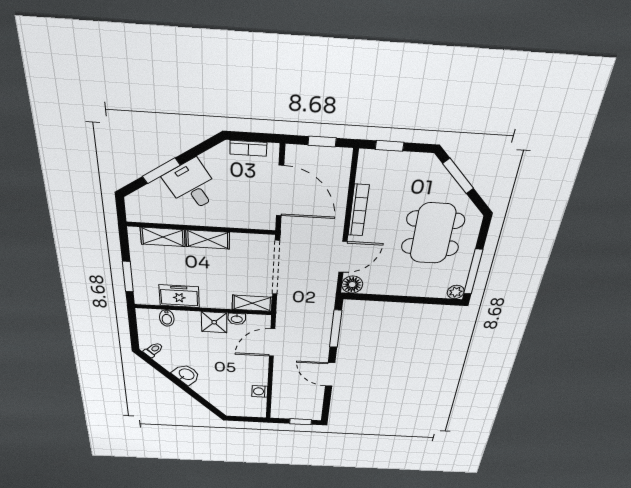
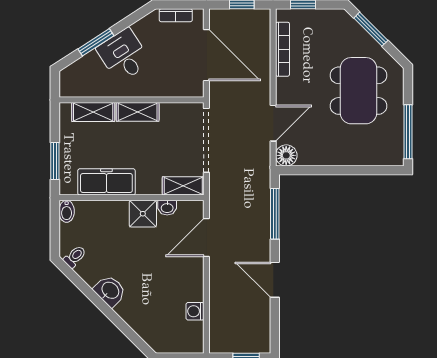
bookcase: (358, 210) -> (283, 49), moved
plant: (456, 292) -> (395, 157), removed
freezer: (179, 296) -> (106, 182), width x1.40
bidet: (167, 318) -> (67, 211), moved

